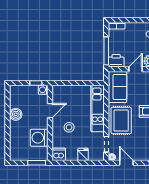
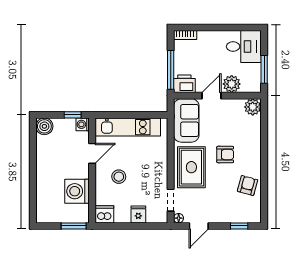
kitchen unit: (98, 109) -> (128, 127), moved, turned -90
boiler: (16, 114) -> (44, 126), moved
door: (126, 163) -> (199, 226), swing flipped

